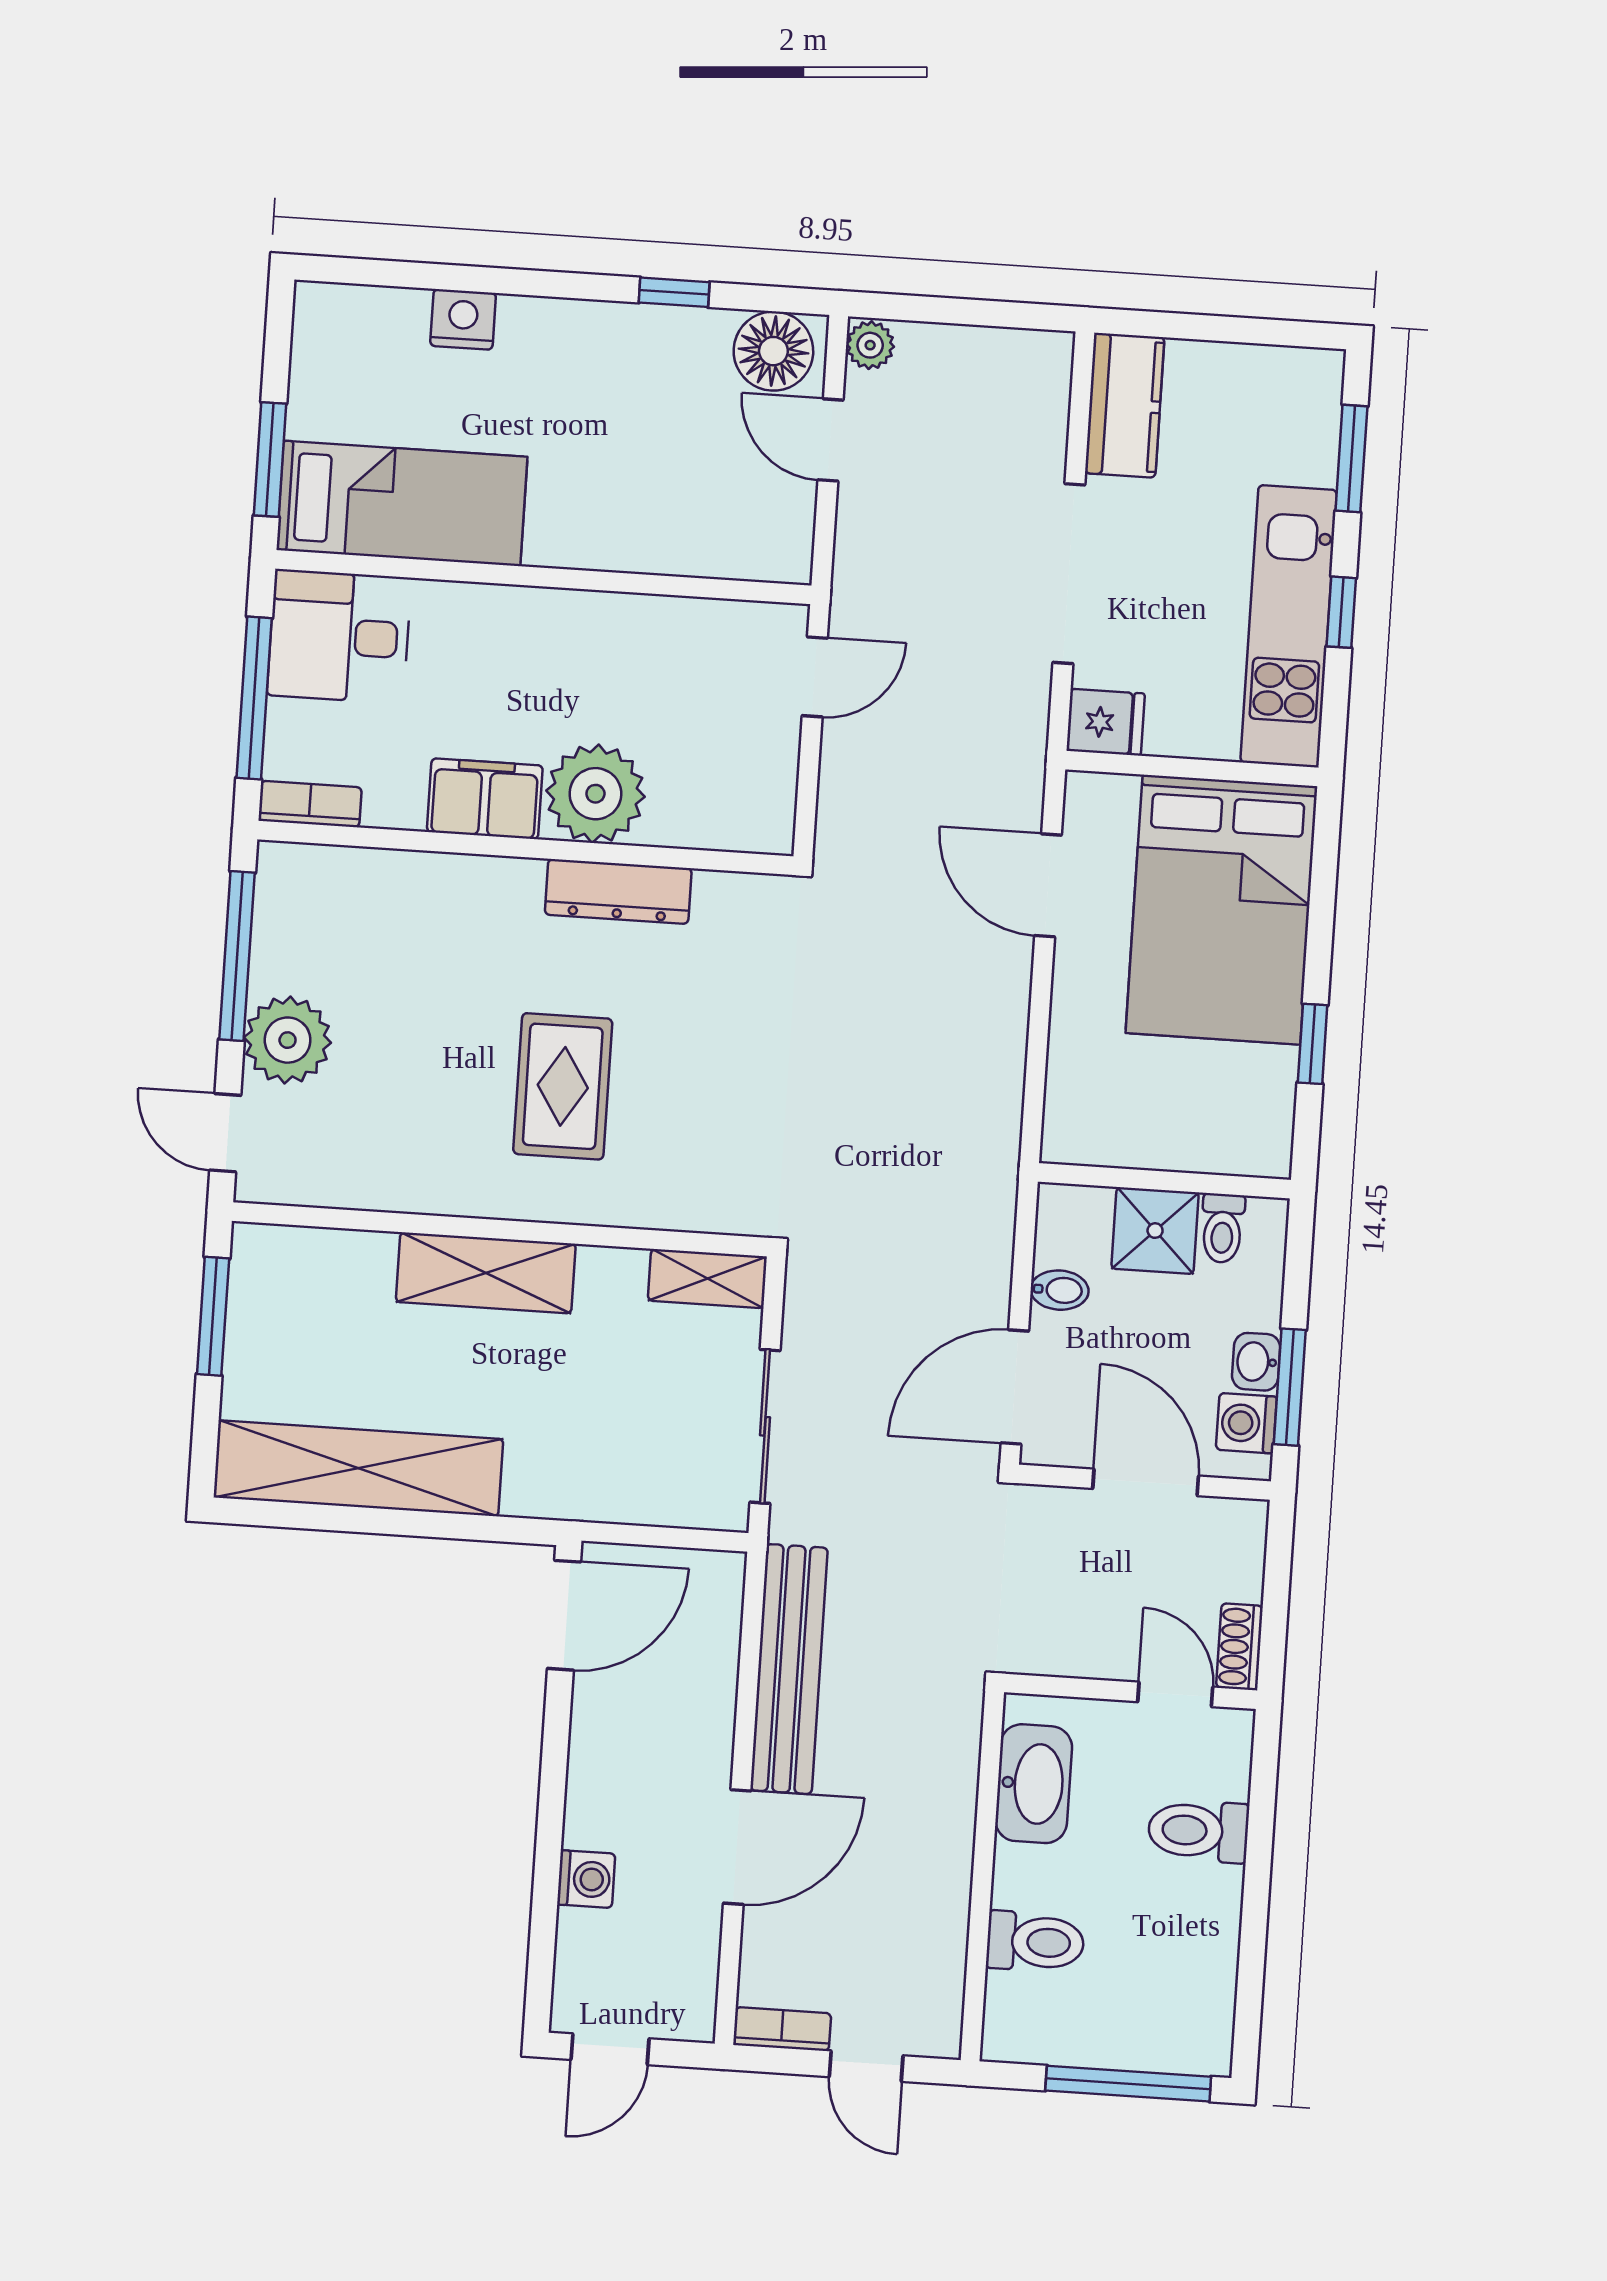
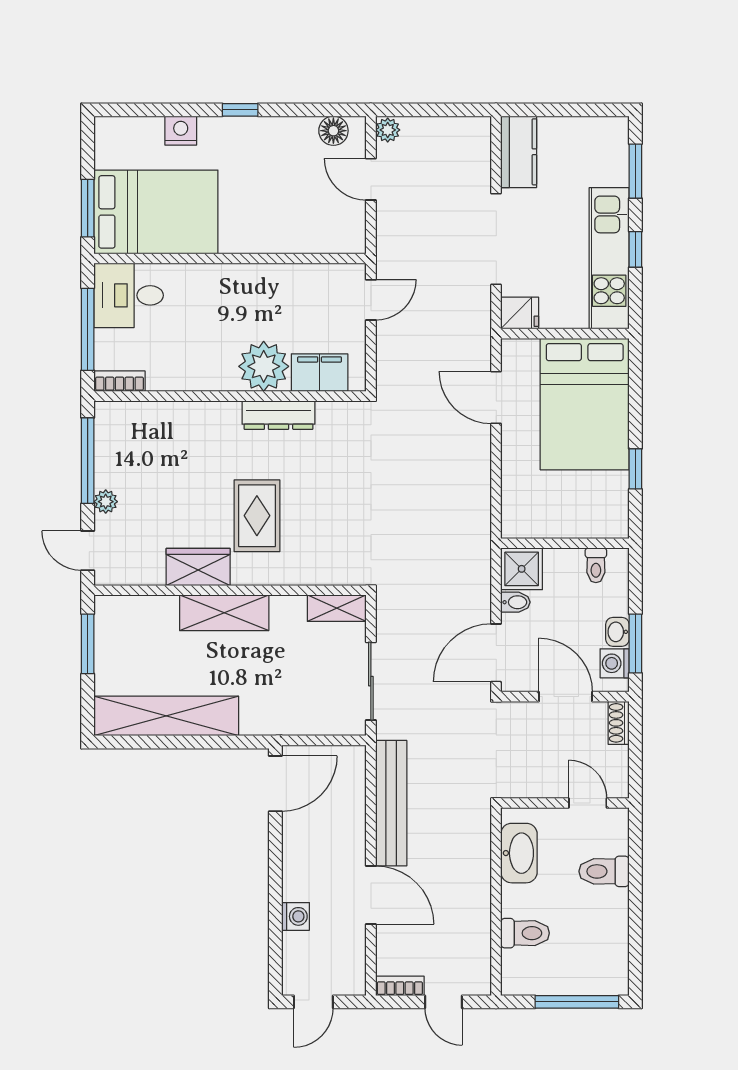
window: (674, 292) -> (240, 110), moved
floor lamp: (773, 351) -> (333, 131), width x0.73, depth x0.73
bed: (402, 503) -> (156, 212), width x1.50
filing cabinet: (485, 799) -> (320, 373), moved
plant: (288, 1040) -> (106, 502), width x0.53, depth x0.53
wardrobe: (440, 1179) -> (198, 567), added
shower: (1155, 1231) -> (522, 569), moved
shoe rack: (1239, 1647) -> (619, 723), moved
door: (737, 1847) -> (371, 895), hinge flipped

